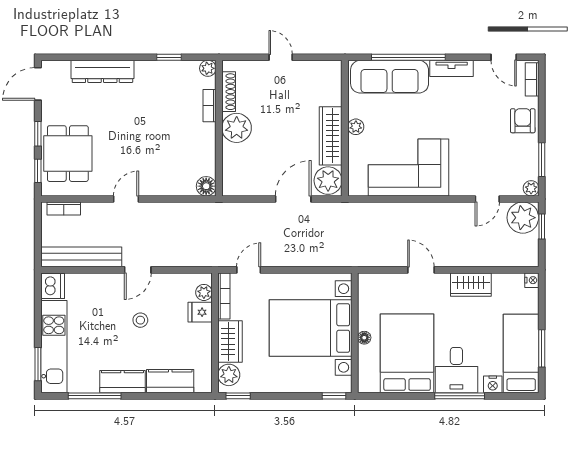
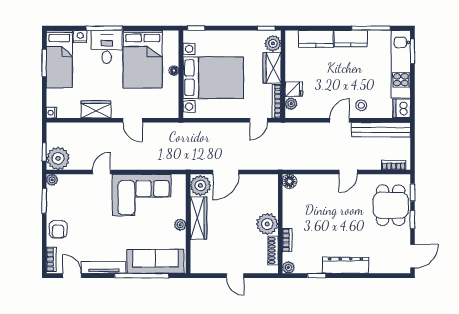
tv unit: (452, 68) -> (104, 267), width x1.41
dresser: (102, 71) -> (346, 265), moved
door: (487, 199) -> (101, 172), moved
stool: (140, 320) -> (361, 105), moved

